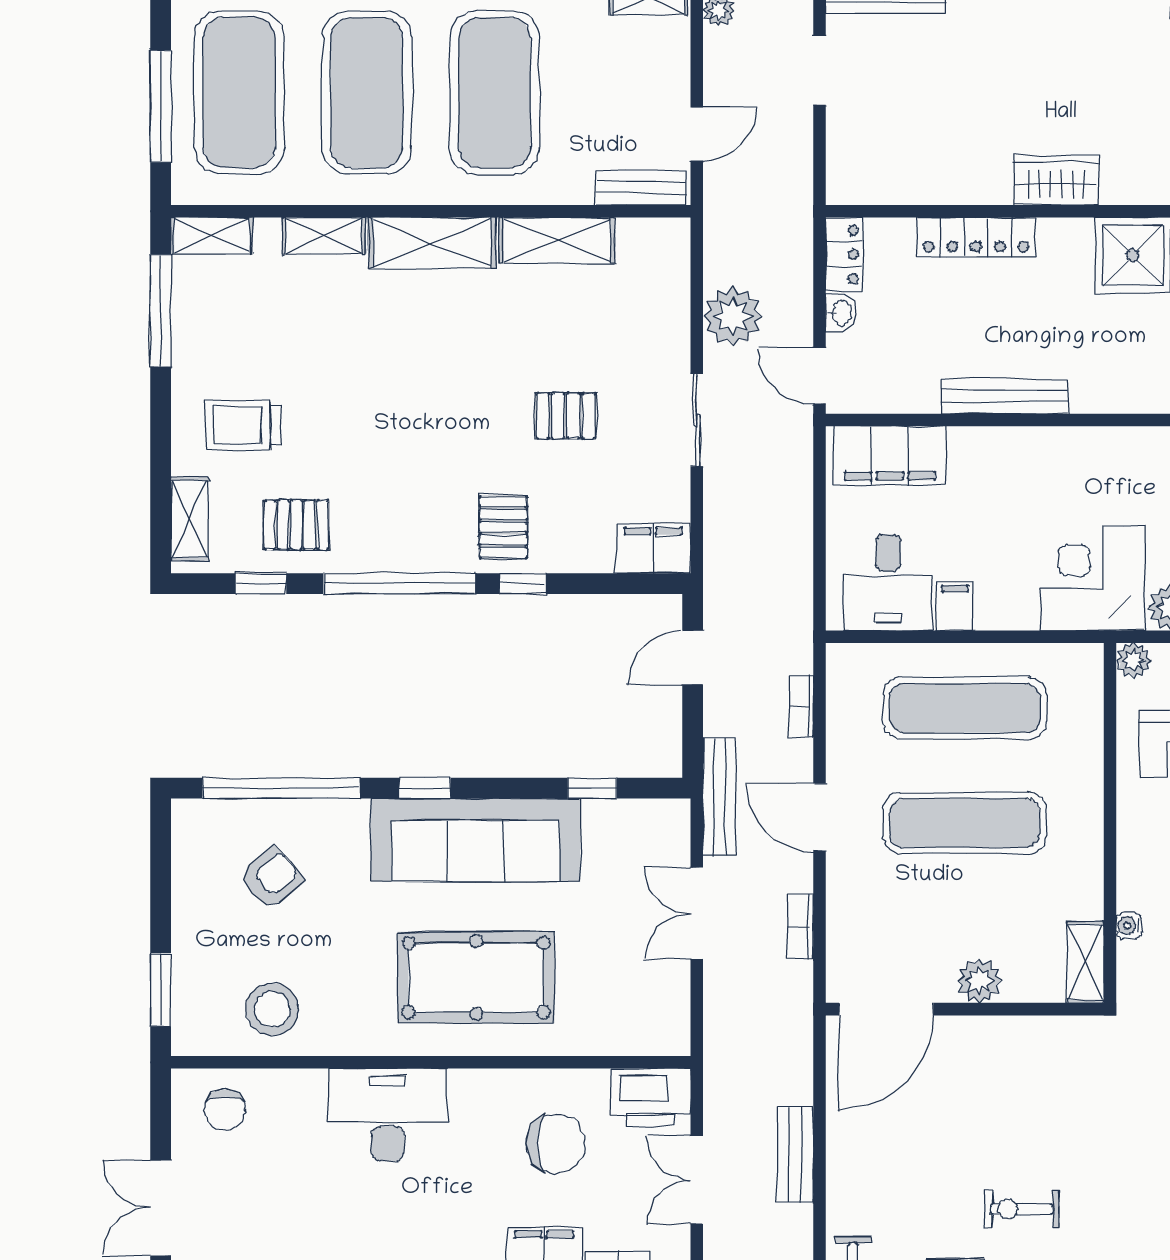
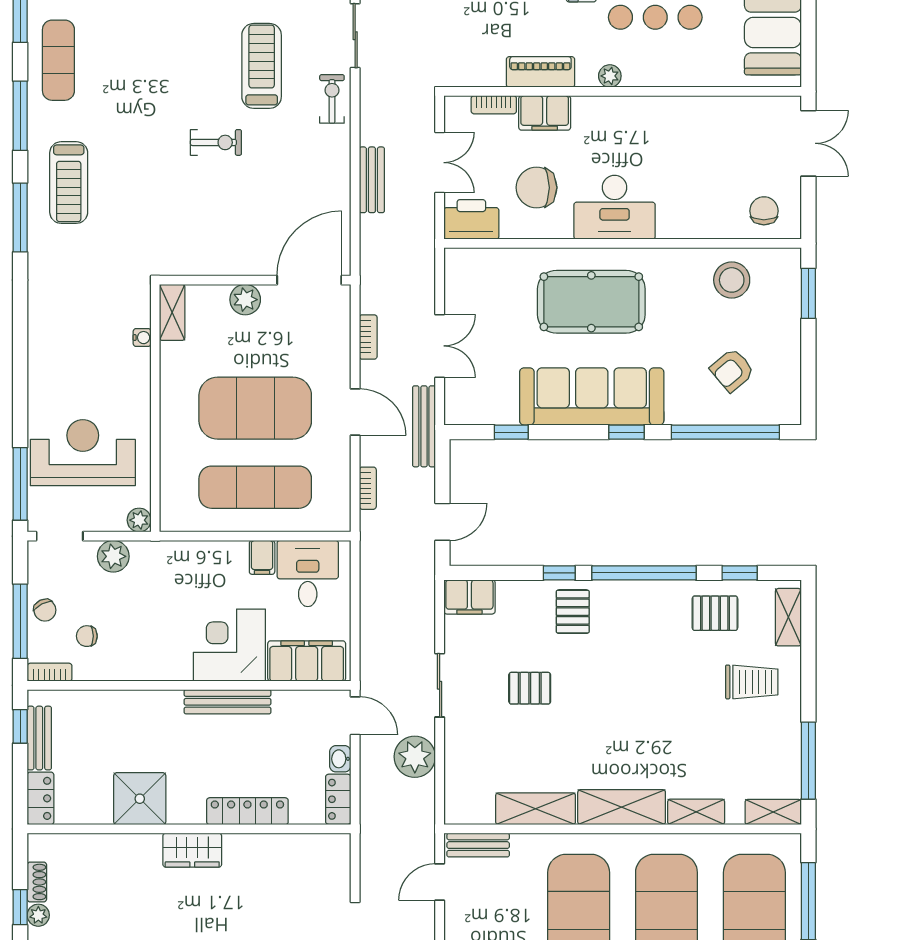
corner desk: (1092, 578) -> (229, 645), moved, turned 180
exercise mat: (965, 823) -> (255, 408), width x1.47
desk: (388, 1115) -> (615, 207), moved

